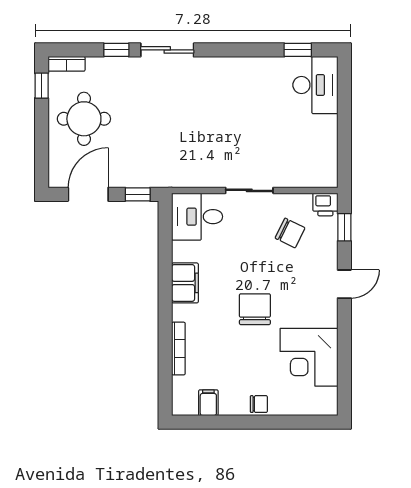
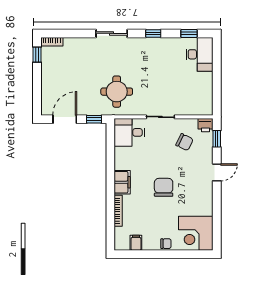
window: (116, 50) -> (153, 33), moved
round table: (84, 119) -> (117, 92), moved
filing cabinet: (185, 283) -> (122, 182), moved
corner desk: (309, 357) -> (196, 233), moved

